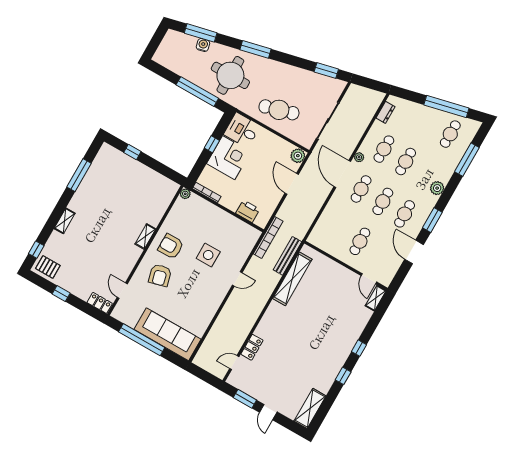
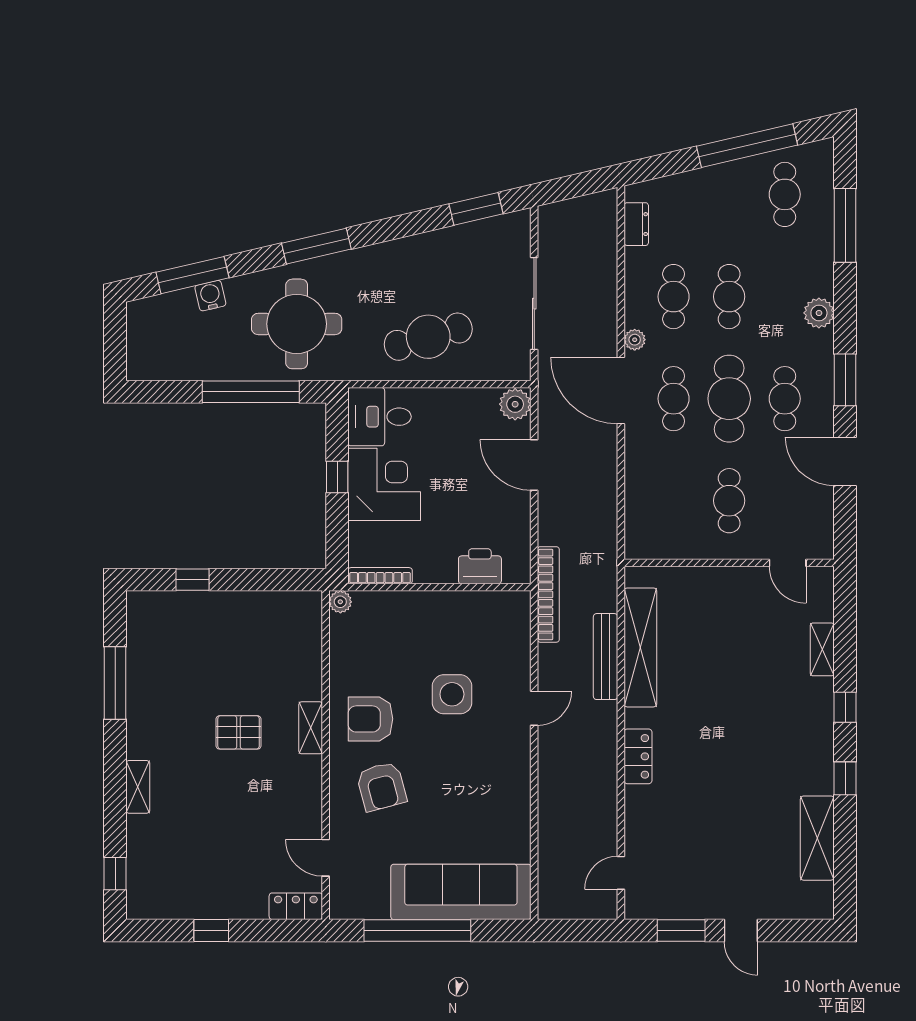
cafe table: (383, 201) -> (729, 399), width x1.37, depth x1.35
bench: (287, 256) -> (606, 657), moved
pallet: (48, 267) -> (239, 732), moved
shelving: (376, 298) -> (822, 649), moved
locker: (252, 347) -> (638, 756), moved
shelving: (310, 408) -> (817, 838), moved

